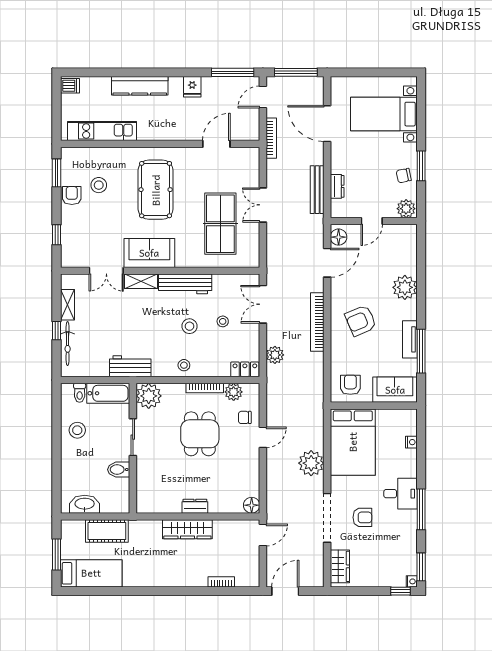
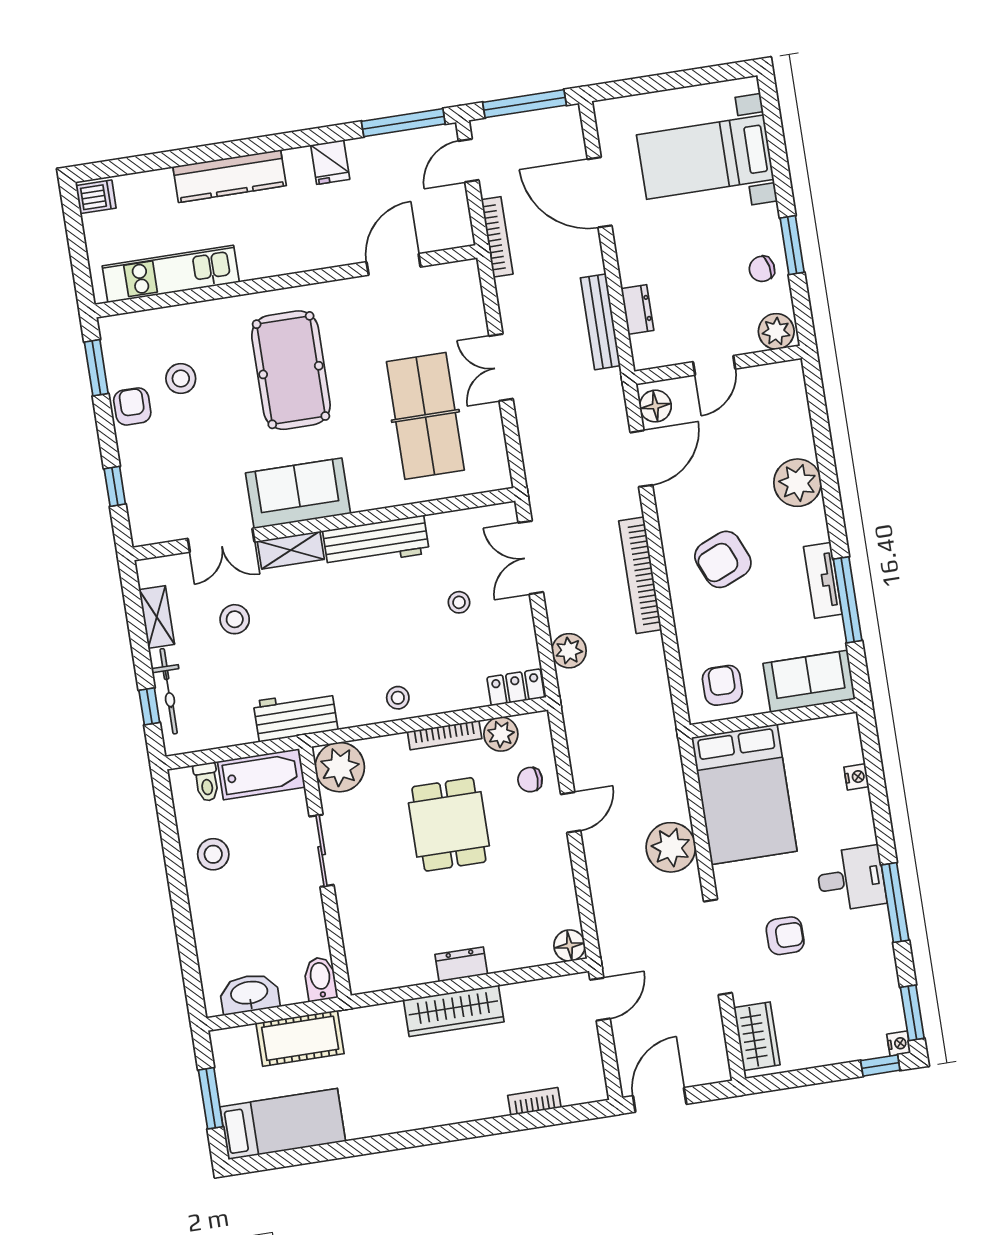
stool: (190, 326) -> (235, 619), moved
window: (57, 331) -> (149, 706), moved
bidet: (119, 470) -> (320, 979), moved, turned 90

